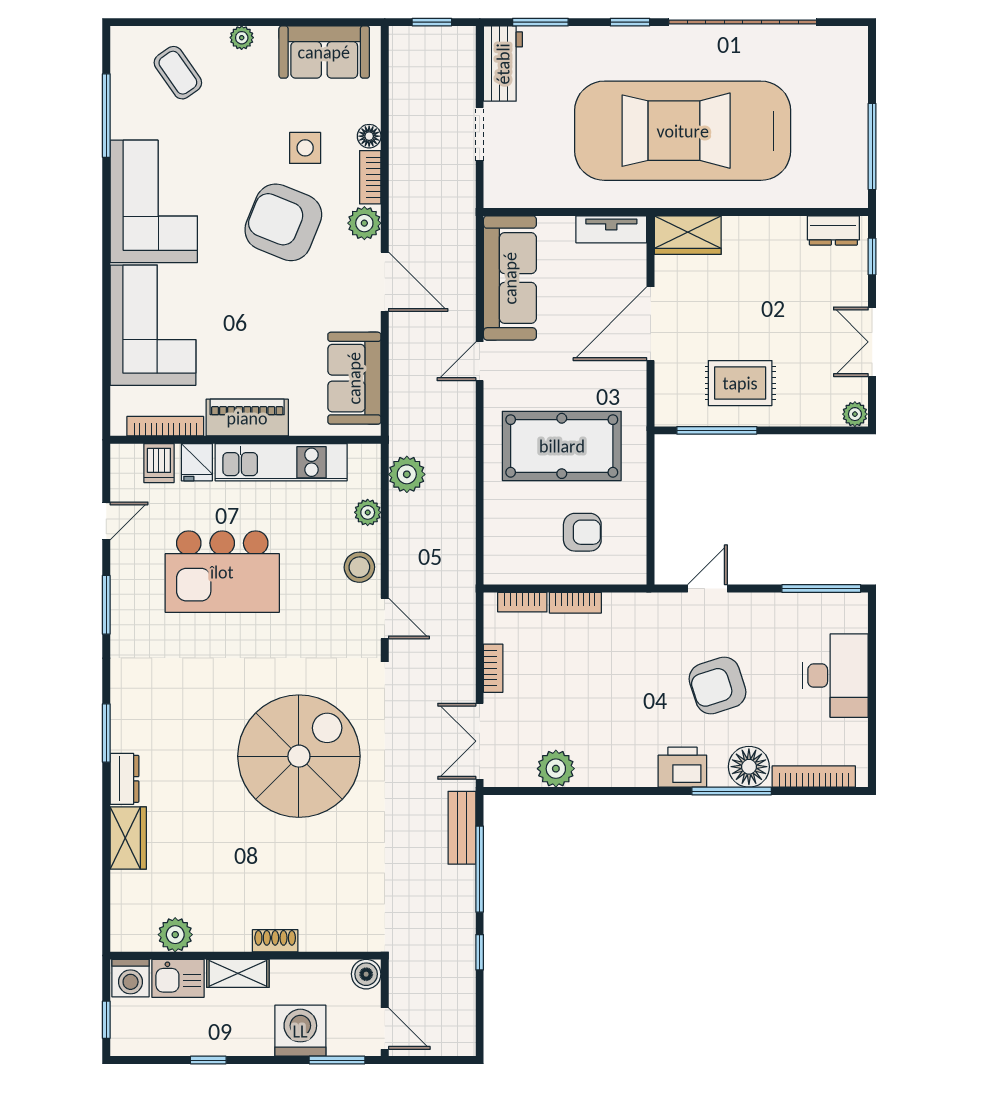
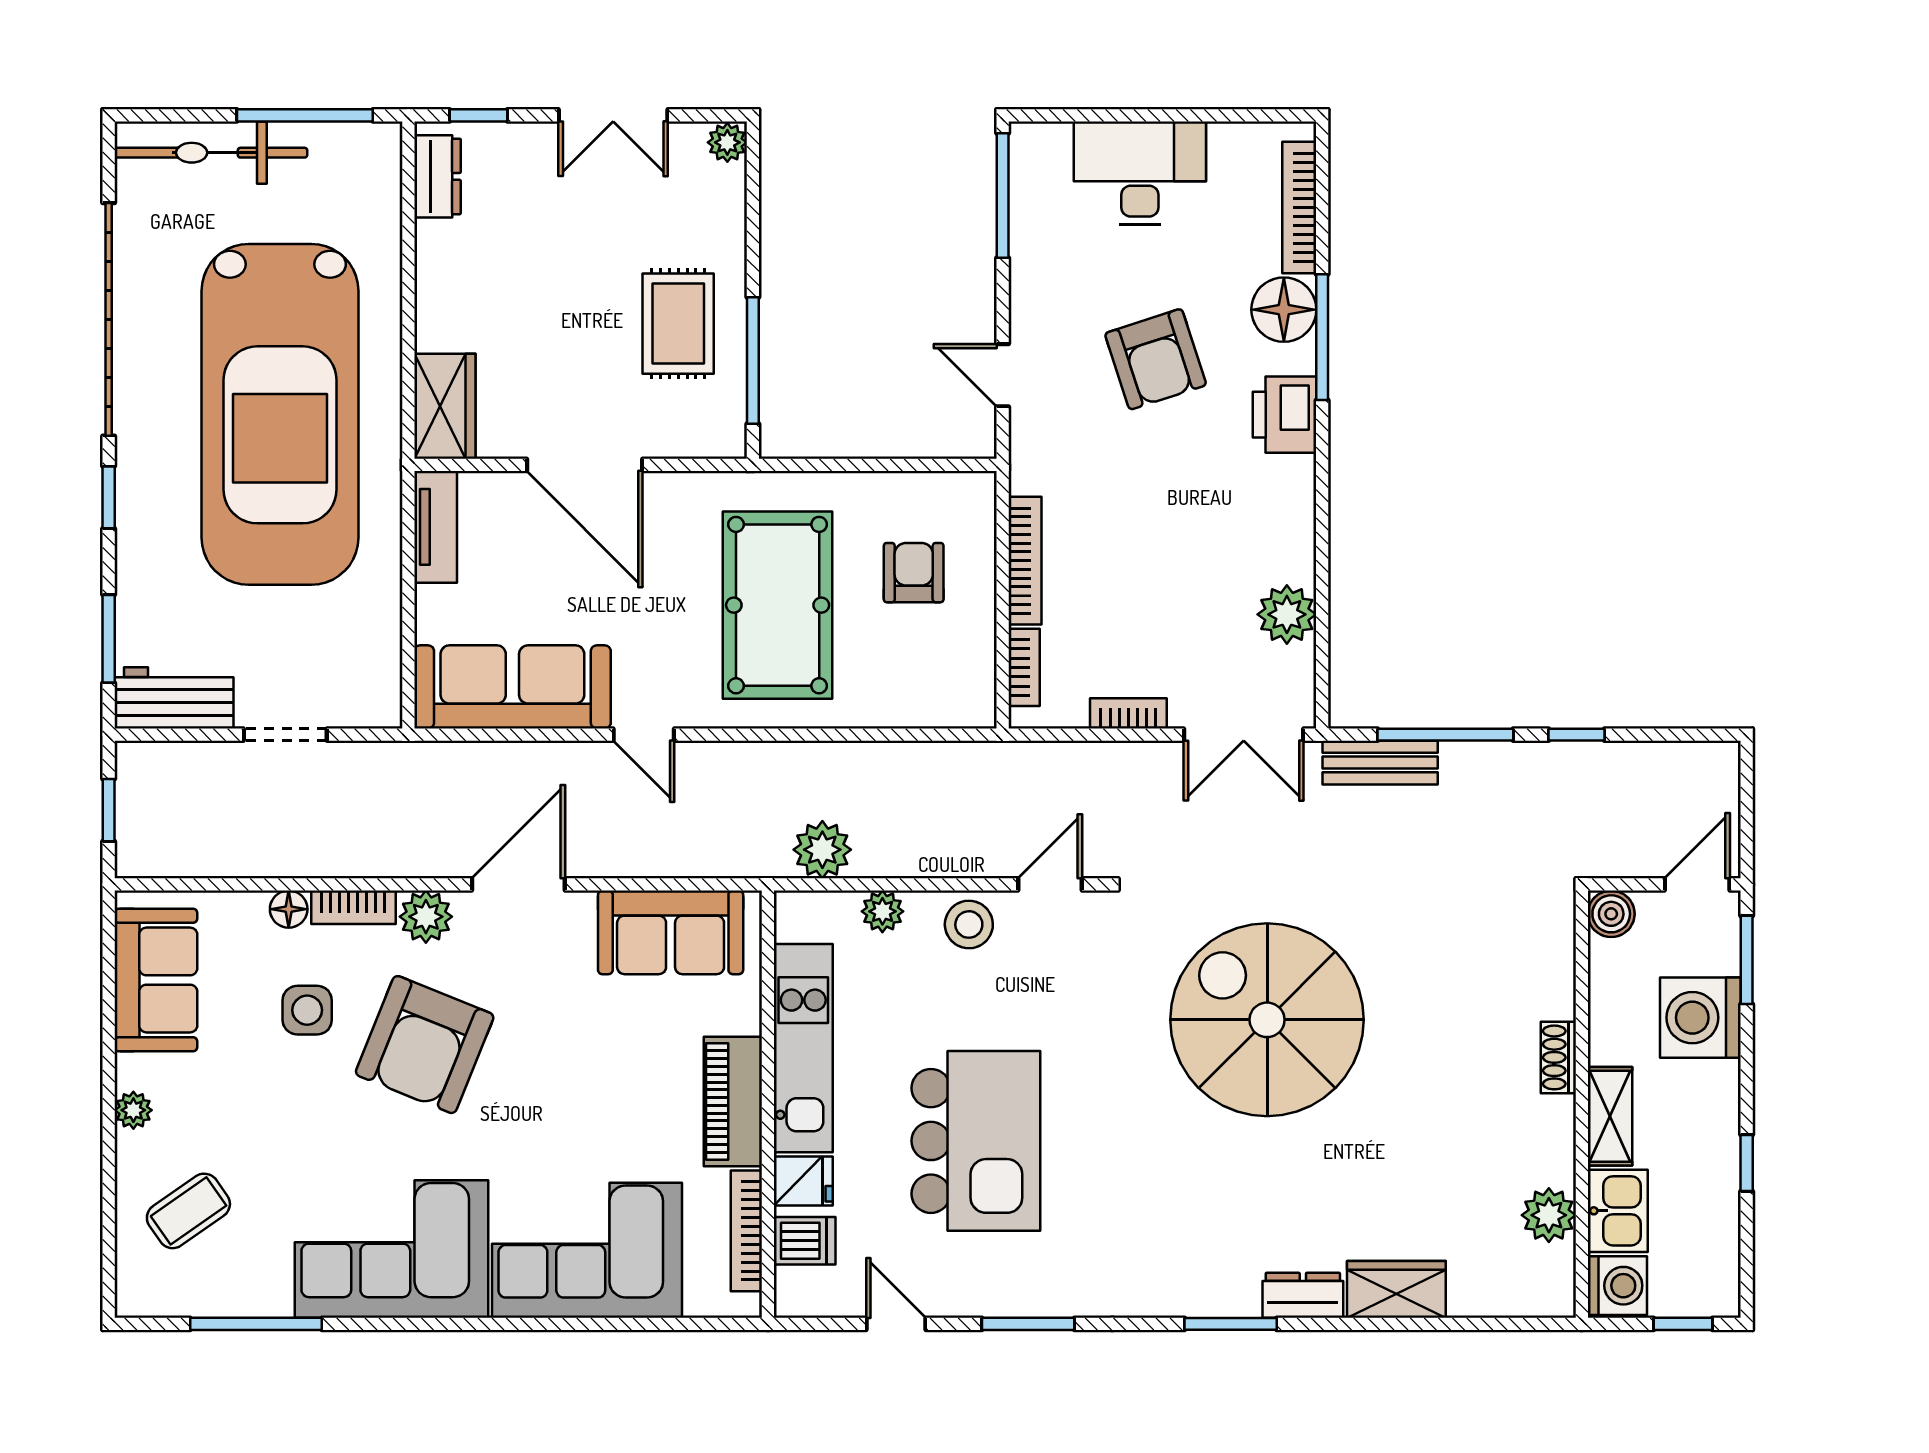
bicycle: (848, 87) -> (211, 153), added
bookcase: (575, 603) -> (1025, 561), width x1.56

